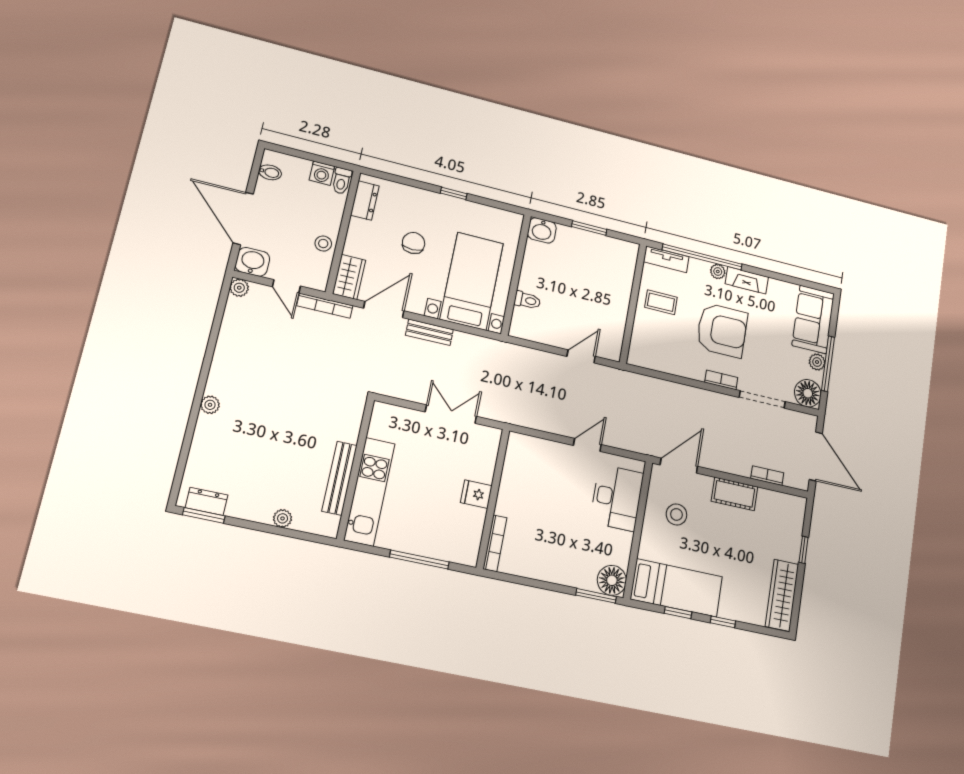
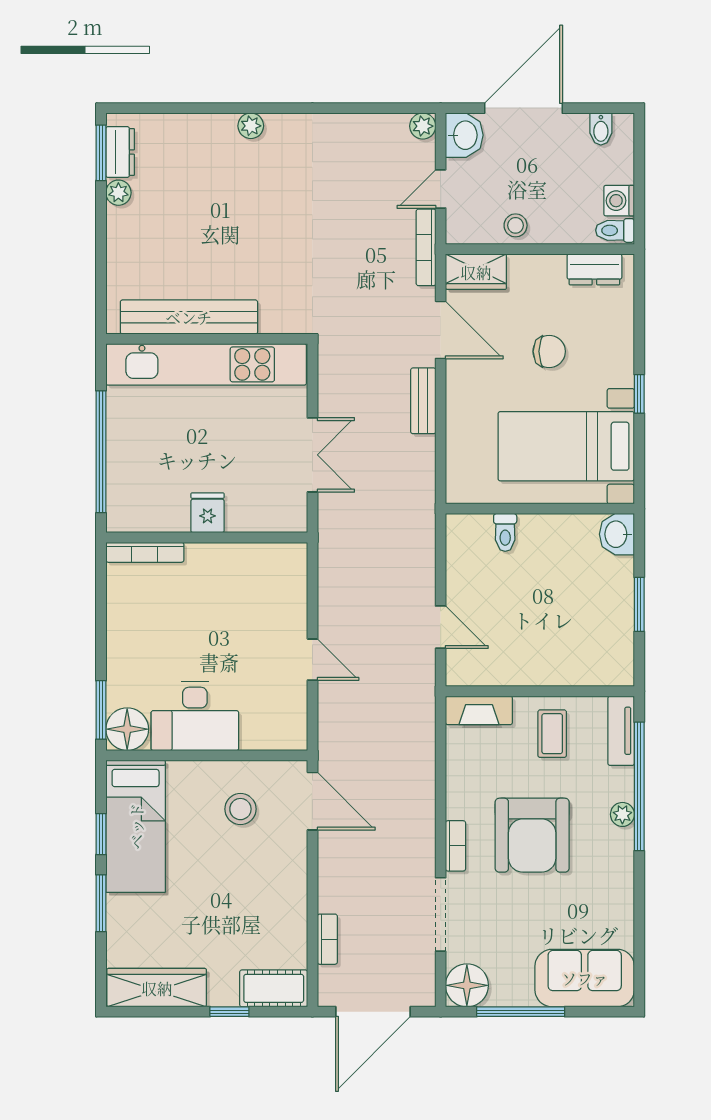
fireplace: (747, 280) -> (479, 710), moved, turned -90
bed with nightstands: (472, 281) -> (566, 446), moved, turned 180
plant: (817, 362) -> (519, 994), removed
bench: (340, 478) -> (189, 317), width x1.37, depth x1.21
kitchen unit: (369, 492) -> (206, 364), width x1.36
cot: (734, 494) -> (274, 988), moved, turned 90
desk: (617, 498) -> (195, 716), moved
plant: (283, 518) -> (118, 193), moved
window: (419, 560) -> (101, 452), width x1.46
window: (723, 622) -> (101, 903), width x1.50

